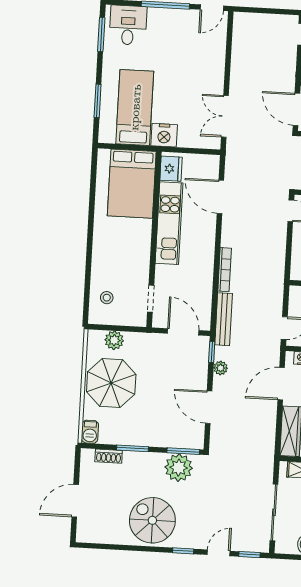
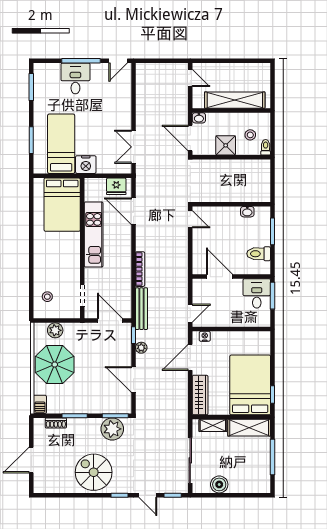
desk: (128, 25) -> (75, 78), moved
fridge: (171, 169) -> (116, 186), moved, turned 90
door: (219, 553) -> (148, 495), swing flipped

